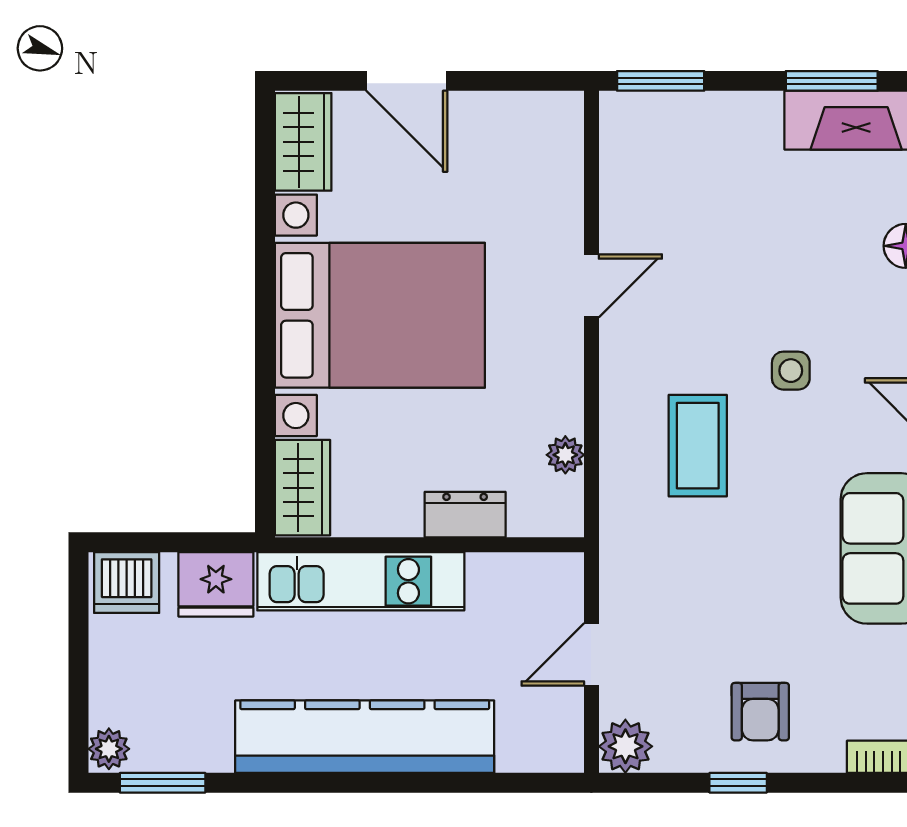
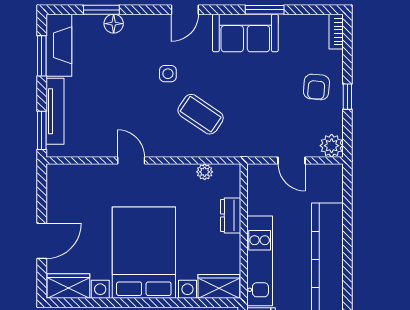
tv unit: (704, 111) -> (55, 111), added
coffee table: (698, 446) -> (201, 114), turned 34
armchair: (760, 712) -> (316, 87), turned 95

